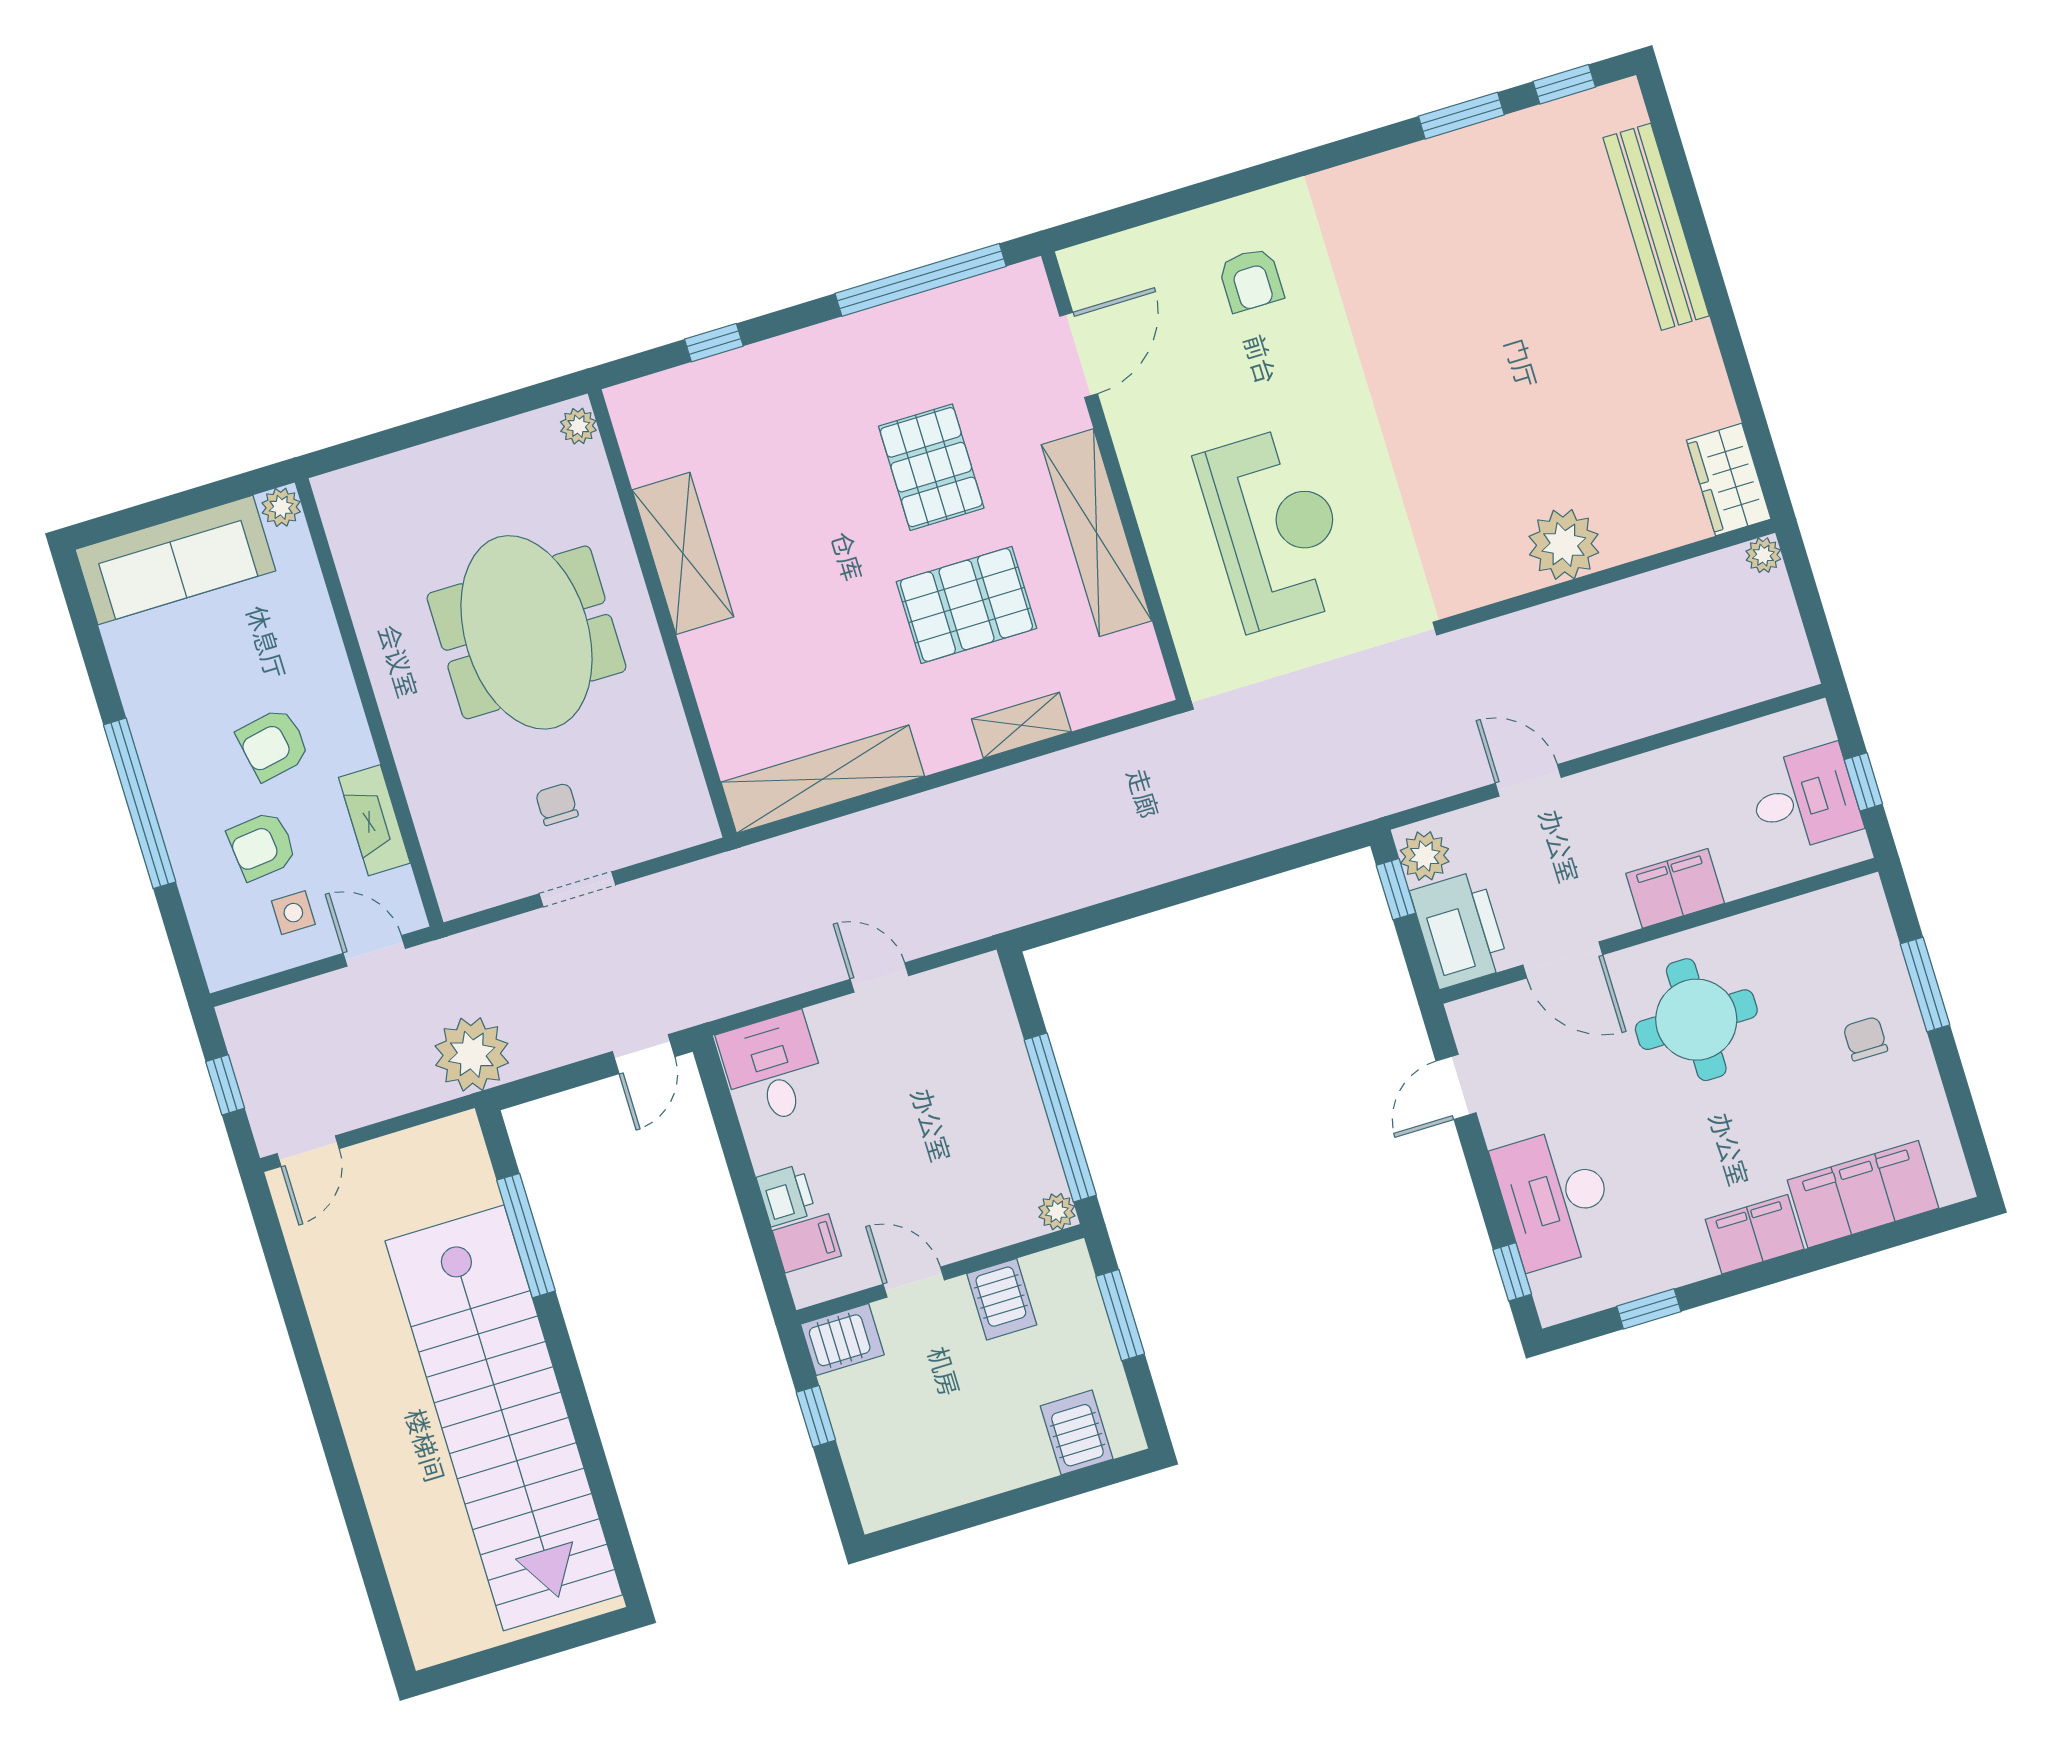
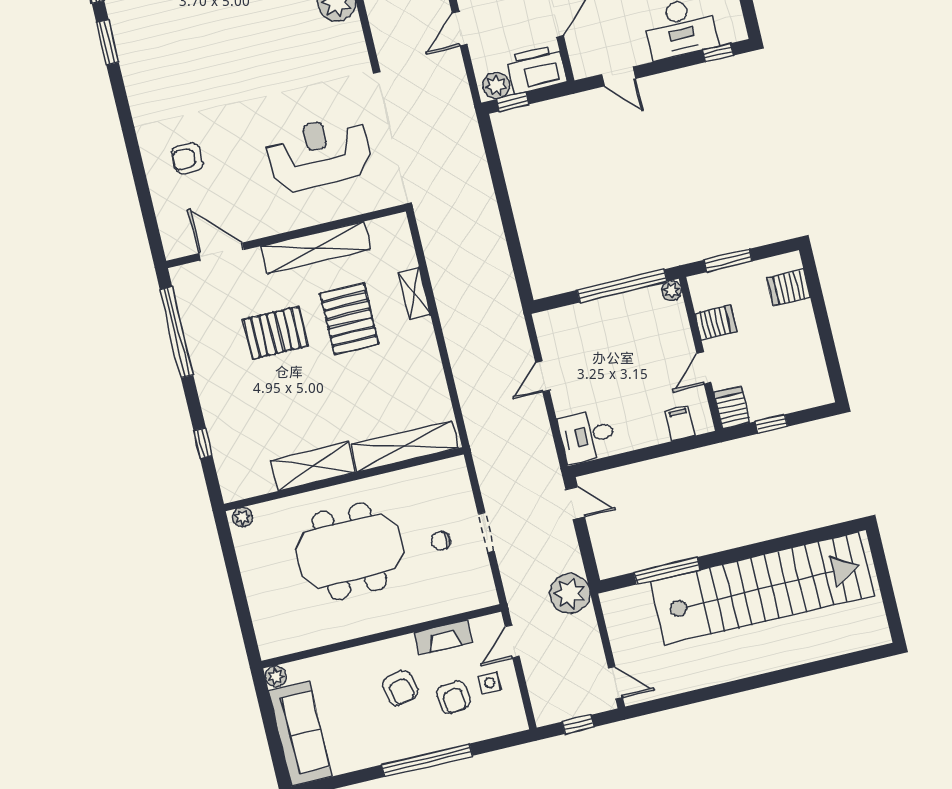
armchair: (1251, 280) -> (187, 158), turned 180
shelving: (823, 779) -> (405, 446), moved, turned 90
printer: (786, 1195) -> (654, 433), removed

